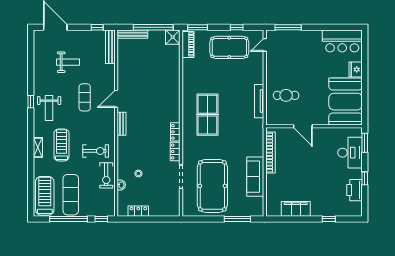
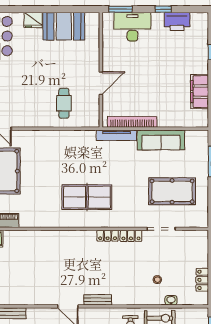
tv unit: (259, 101) -> (117, 135), moved
booth: (346, 102) -> (64, 26), width x0.73, depth x0.70
pool table: (212, 186) -> (172, 191), width x0.73, depth x0.76

